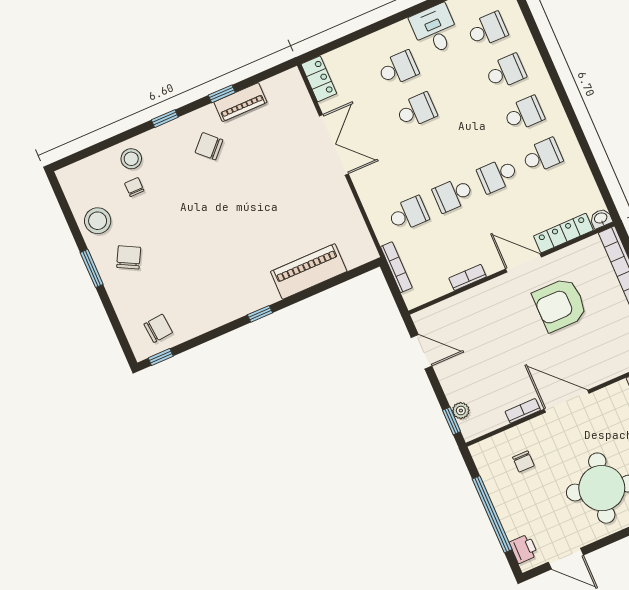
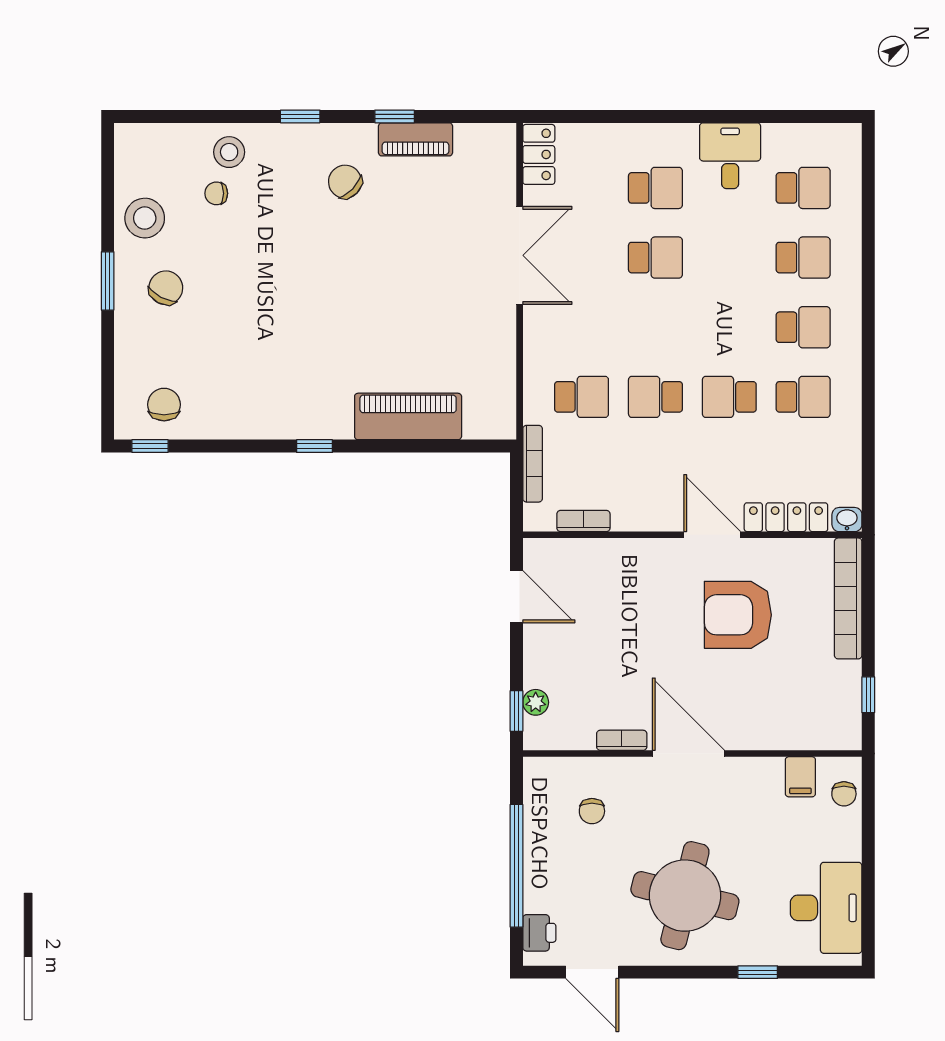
chair: (134, 187) -> (216, 193), turned -90
bookcase: (468, 277) -> (583, 521), moved
chair: (158, 328) -> (164, 405), turned -85

